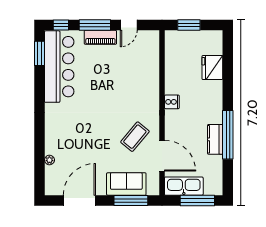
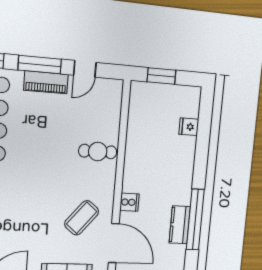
fridge: (212, 68) -> (189, 127), width x0.53, depth x0.75
cafe table: (143, 85) -> (98, 151), added
cooker: (172, 102) -> (129, 202), moved

